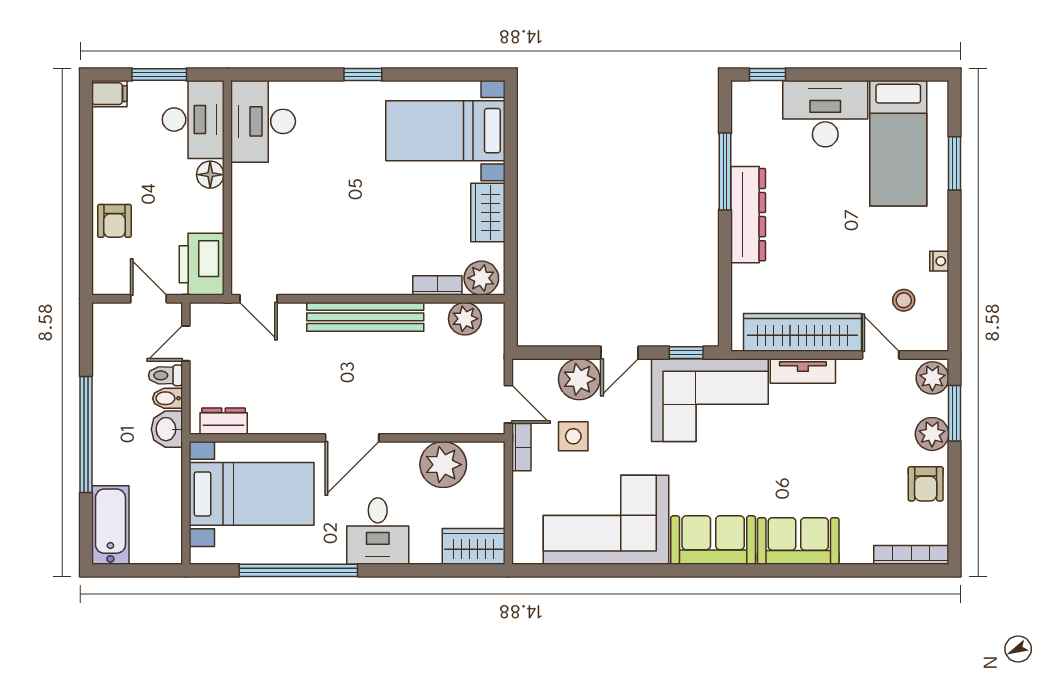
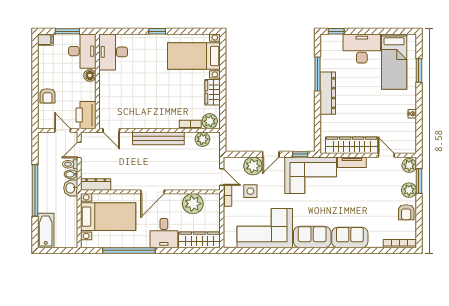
stool: (904, 300) -> (396, 131), removed
dresser: (224, 421) -> (96, 184), width x1.44
wardrobe: (474, 546) -> (199, 240), width x1.50

